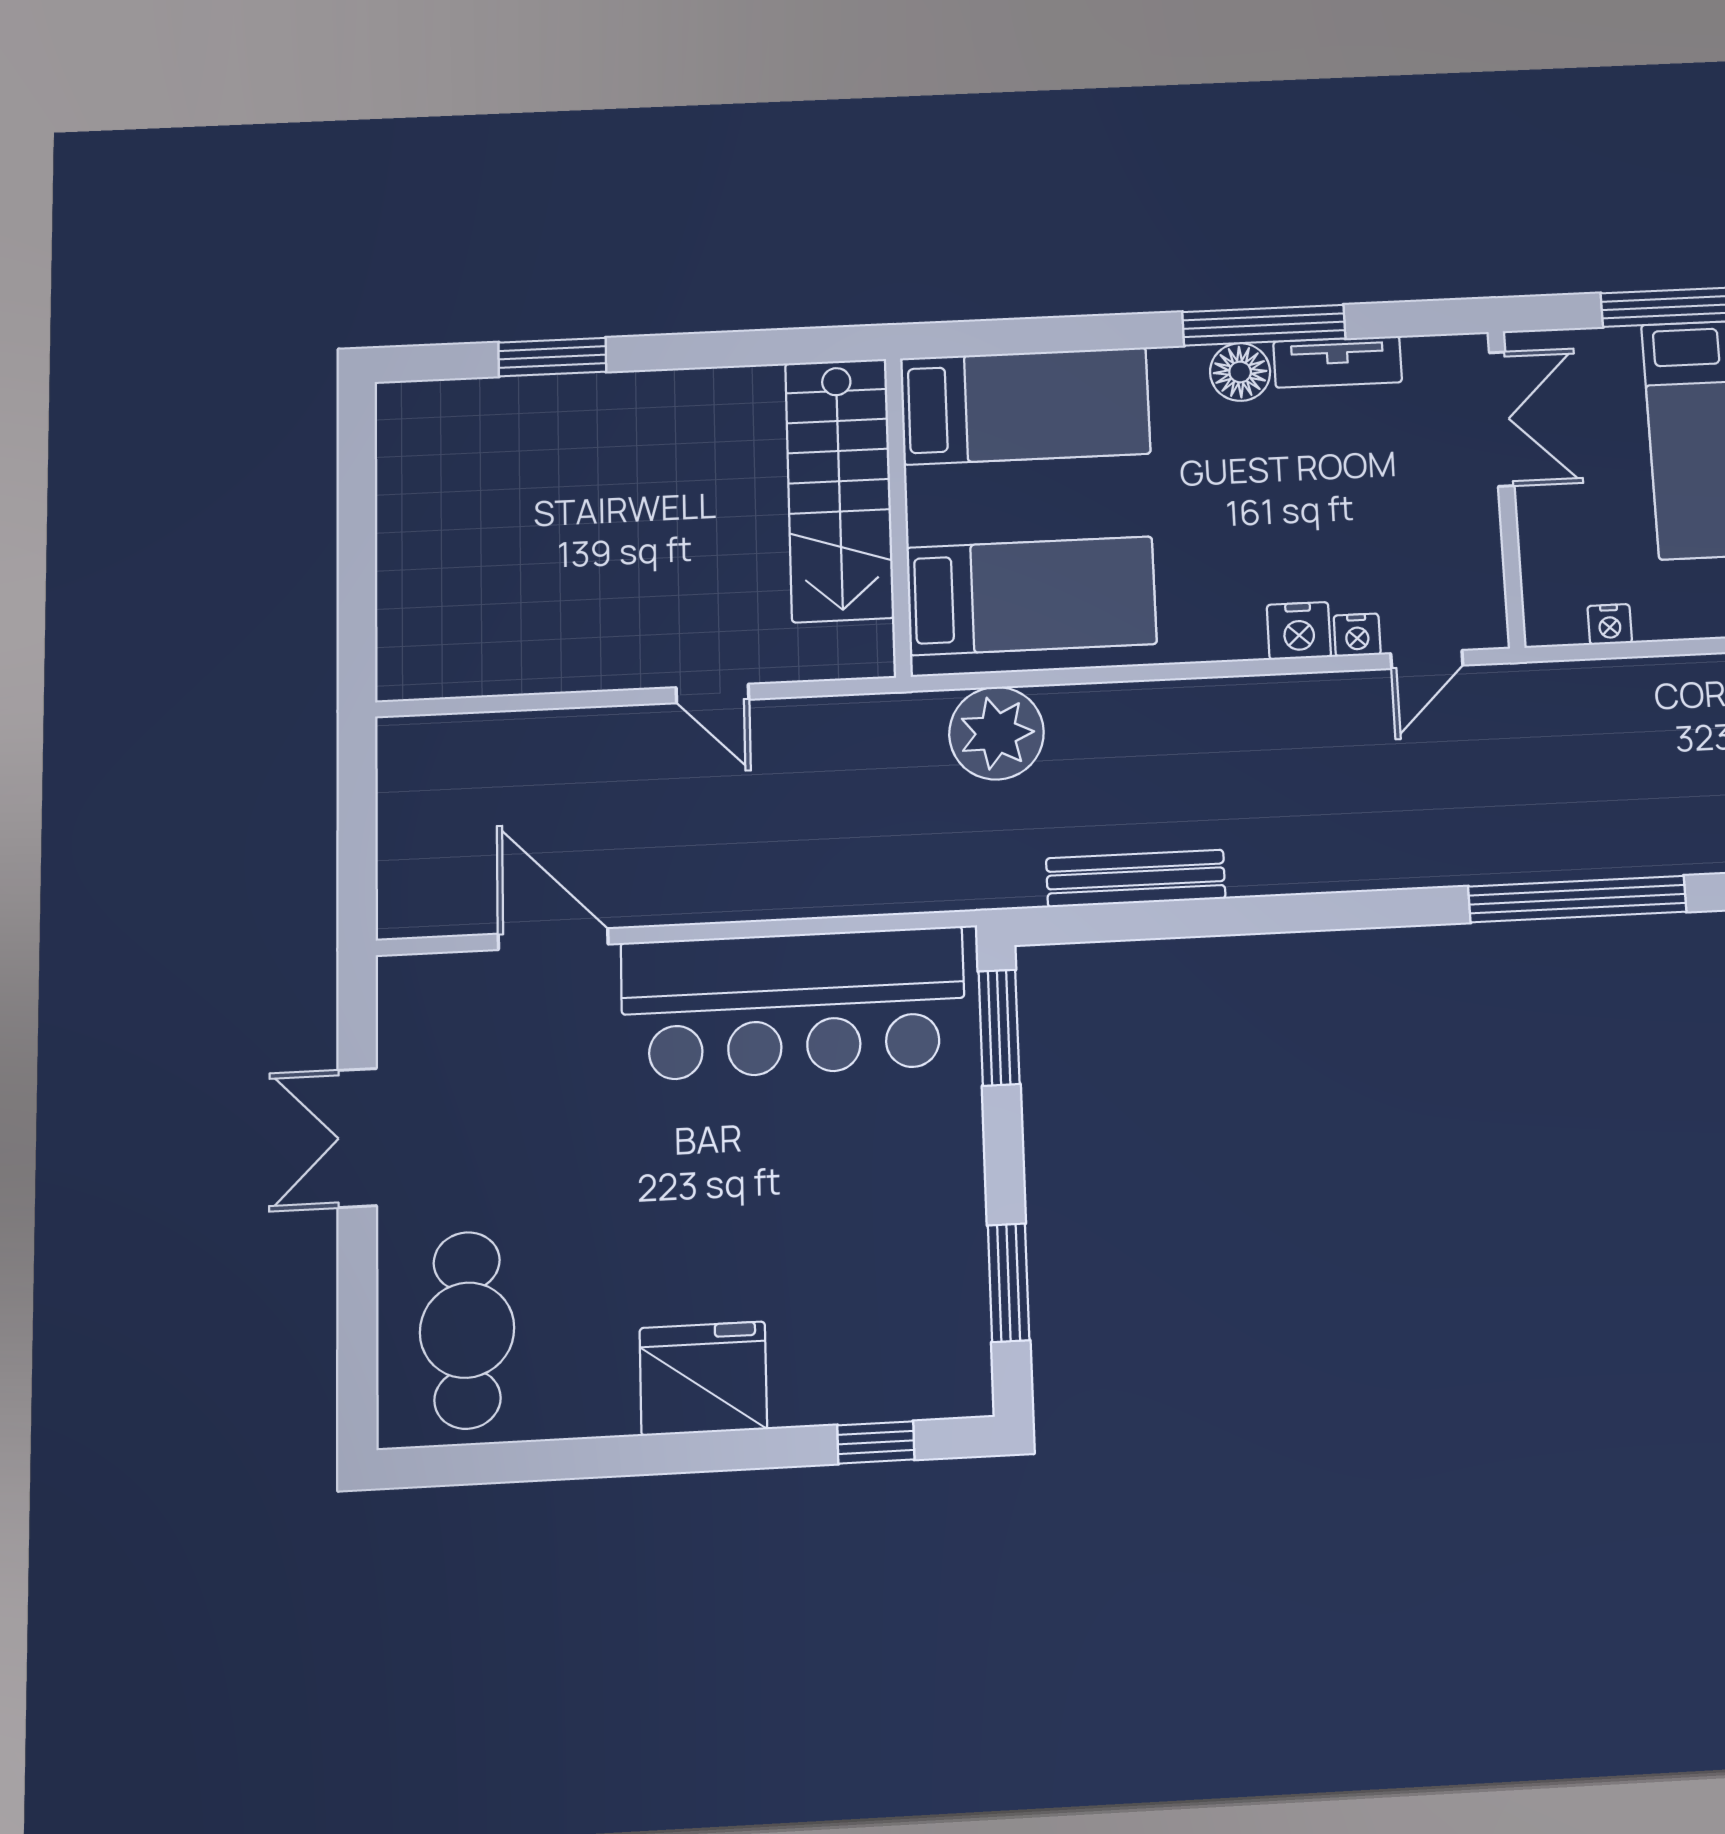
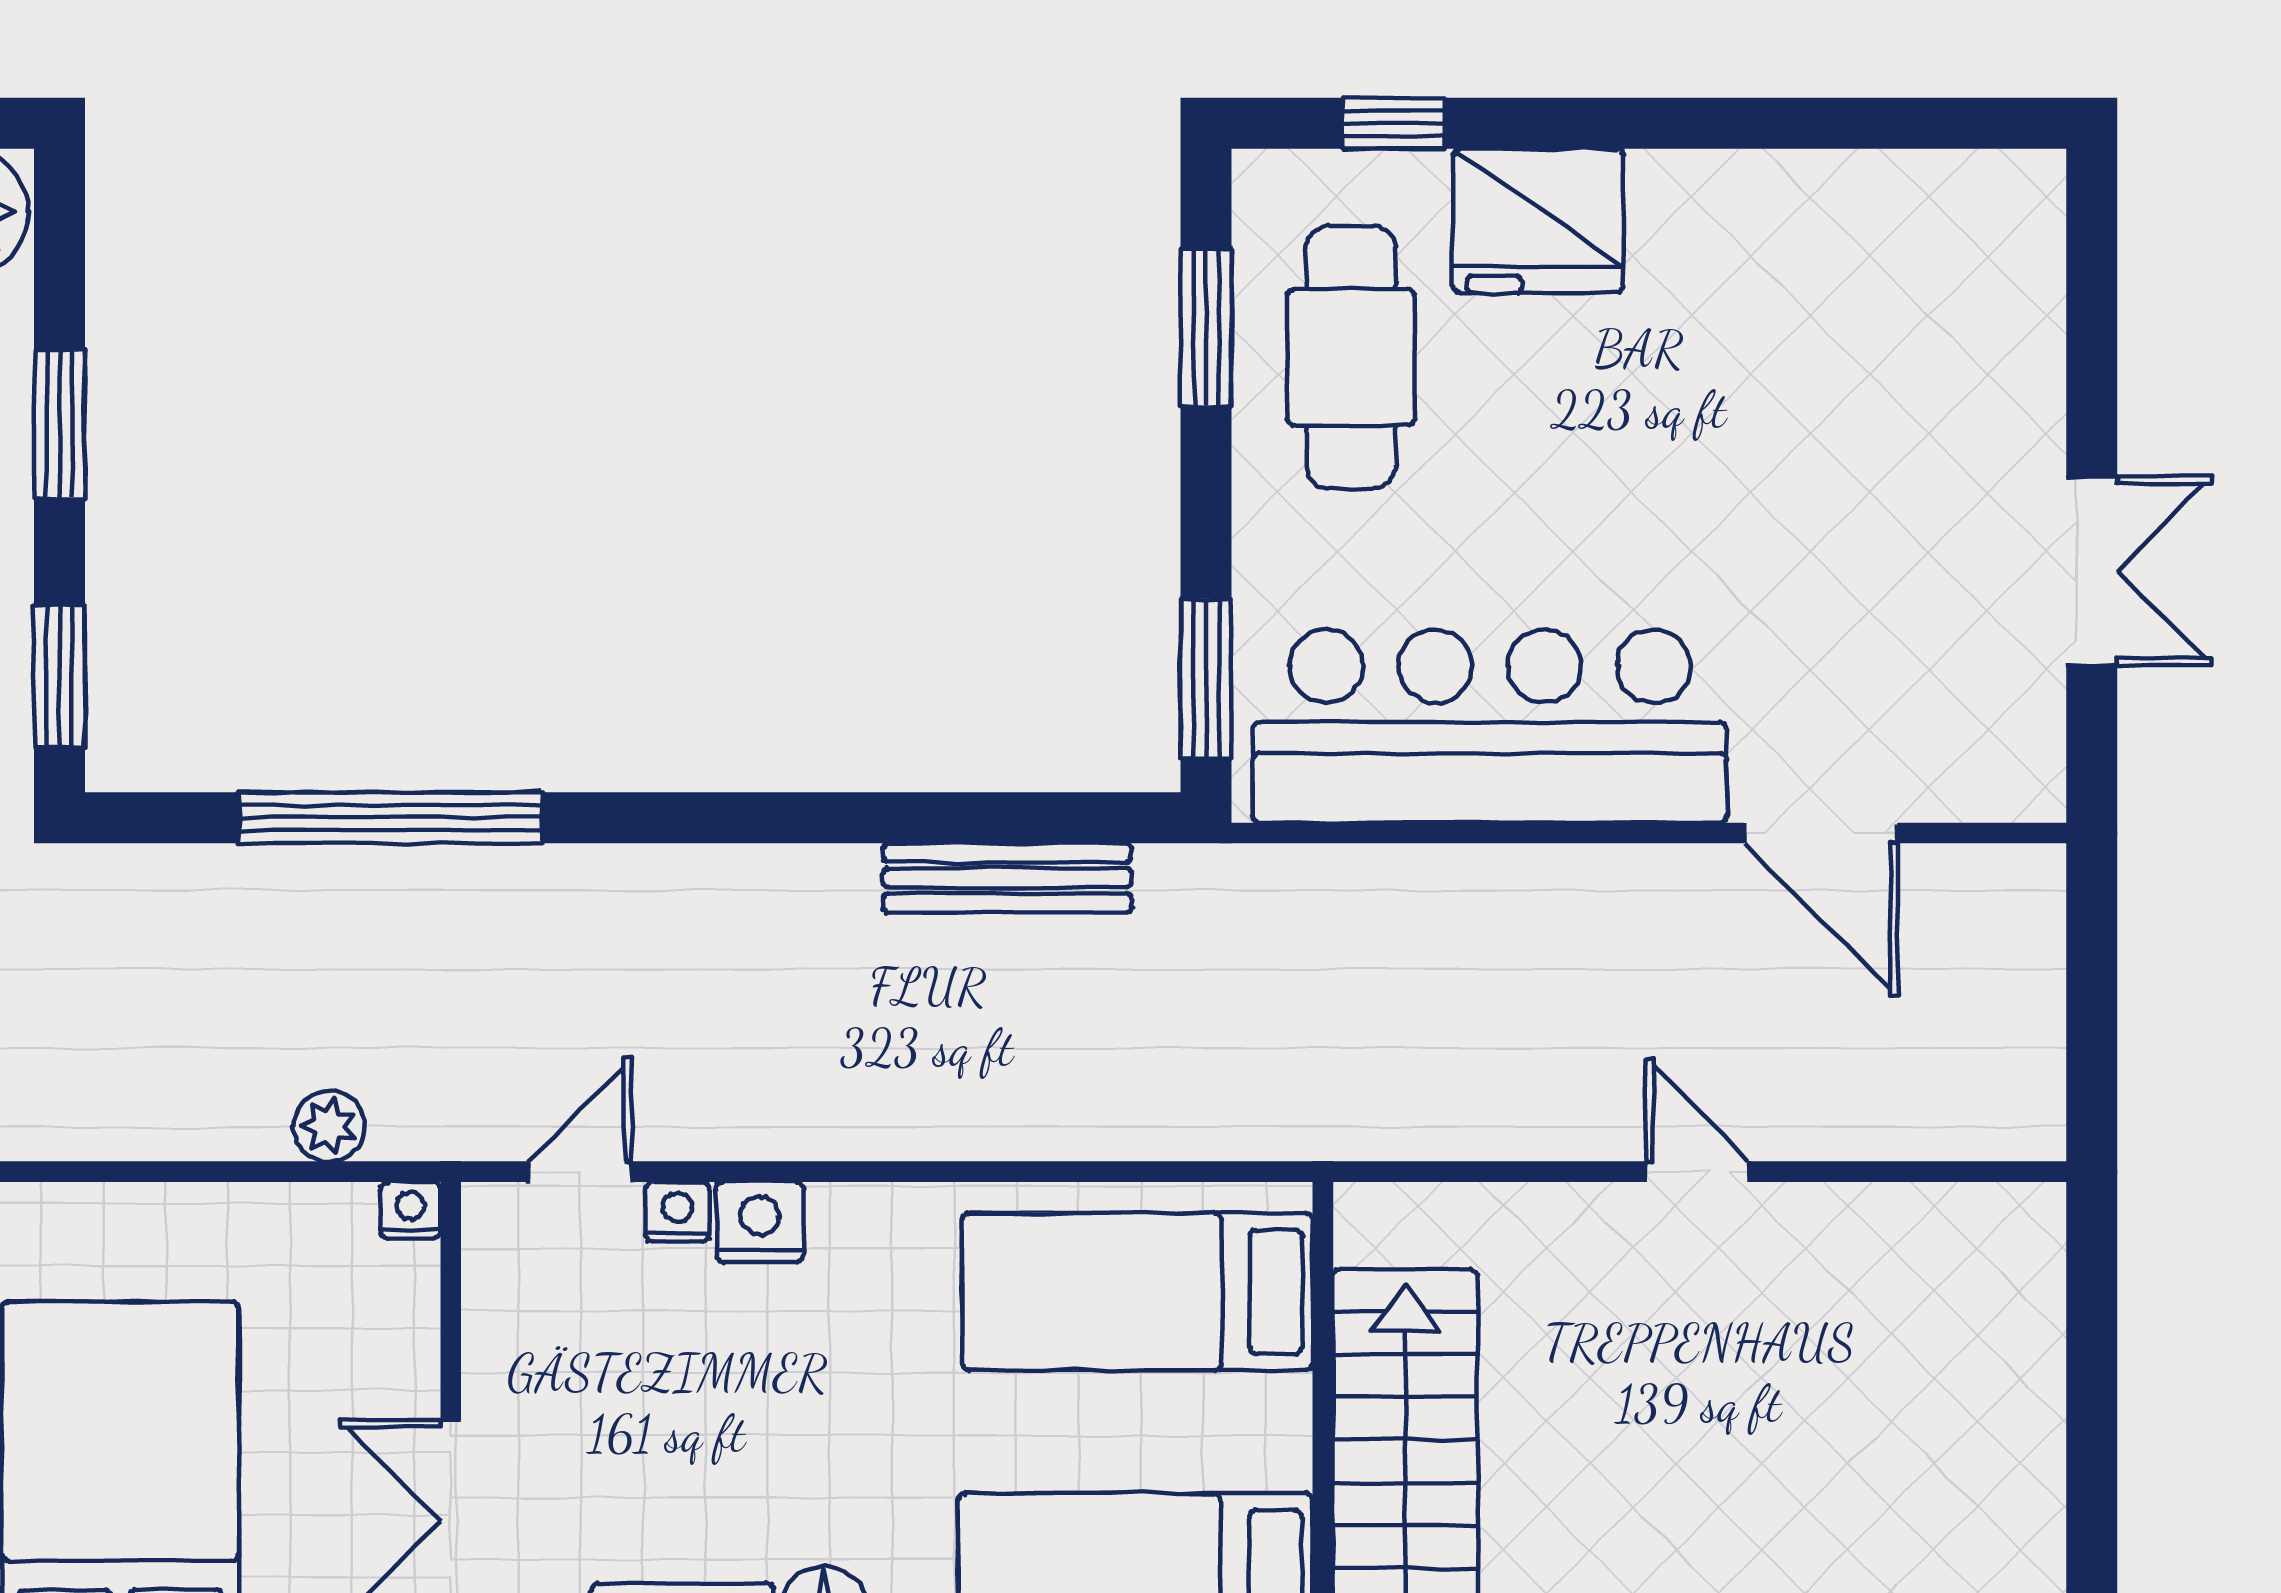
nightstand: (1610, 624) -> (410, 1210), moved
door: (712, 693) -> (1698, 1172), moved
plant: (996, 733) -> (329, 1126), moved, width x0.53, depth x0.53
cafe table: (467, 1330) -> (1351, 357), moved
fridge: (703, 1378) -> (1538, 221), moved

